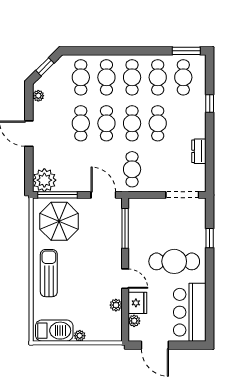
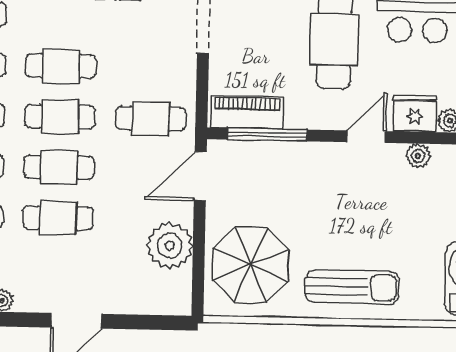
plant: (44, 180) -> (170, 246), moved
window: (57, 195) -> (198, 267), removed
piano: (136, 218) -> (247, 112), added
sun lounger: (49, 273) -> (352, 287), turned 180

